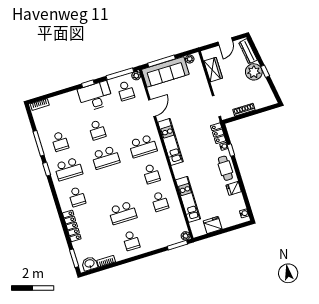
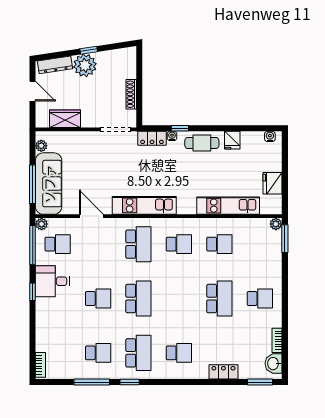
desk: (95, 96) -> (52, 281), width x0.73
locker: (72, 226) -> (223, 372), width x0.66

